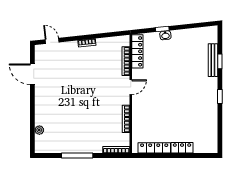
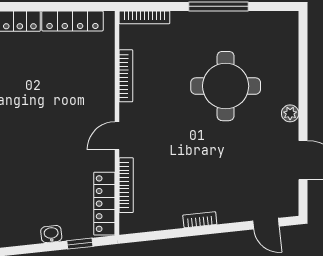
window: (162, 29) -> (80, 244), moved
round table: (73, 113) -> (226, 86), added
plant: (39, 130) -> (290, 113), moved

